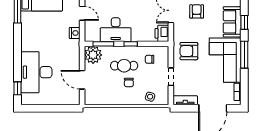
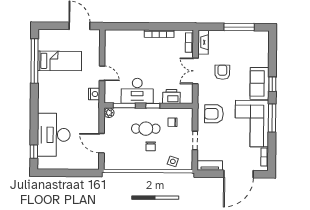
printer: (162, 33) -> (171, 96), moved, turned 90
plant: (93, 55) -> (109, 113), width x0.53, depth x0.53

